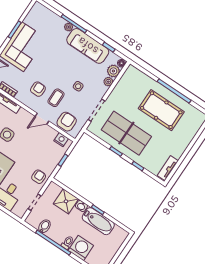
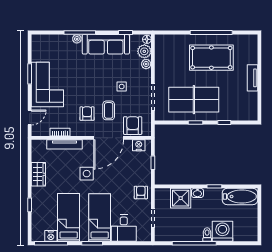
door: (42, 119) -> (109, 138), width x1.87
tv unit: (168, 168) -> (253, 78), moved
bathtub: (98, 221) -> (240, 196), moved
bidet: (44, 226) -> (176, 234), removed

